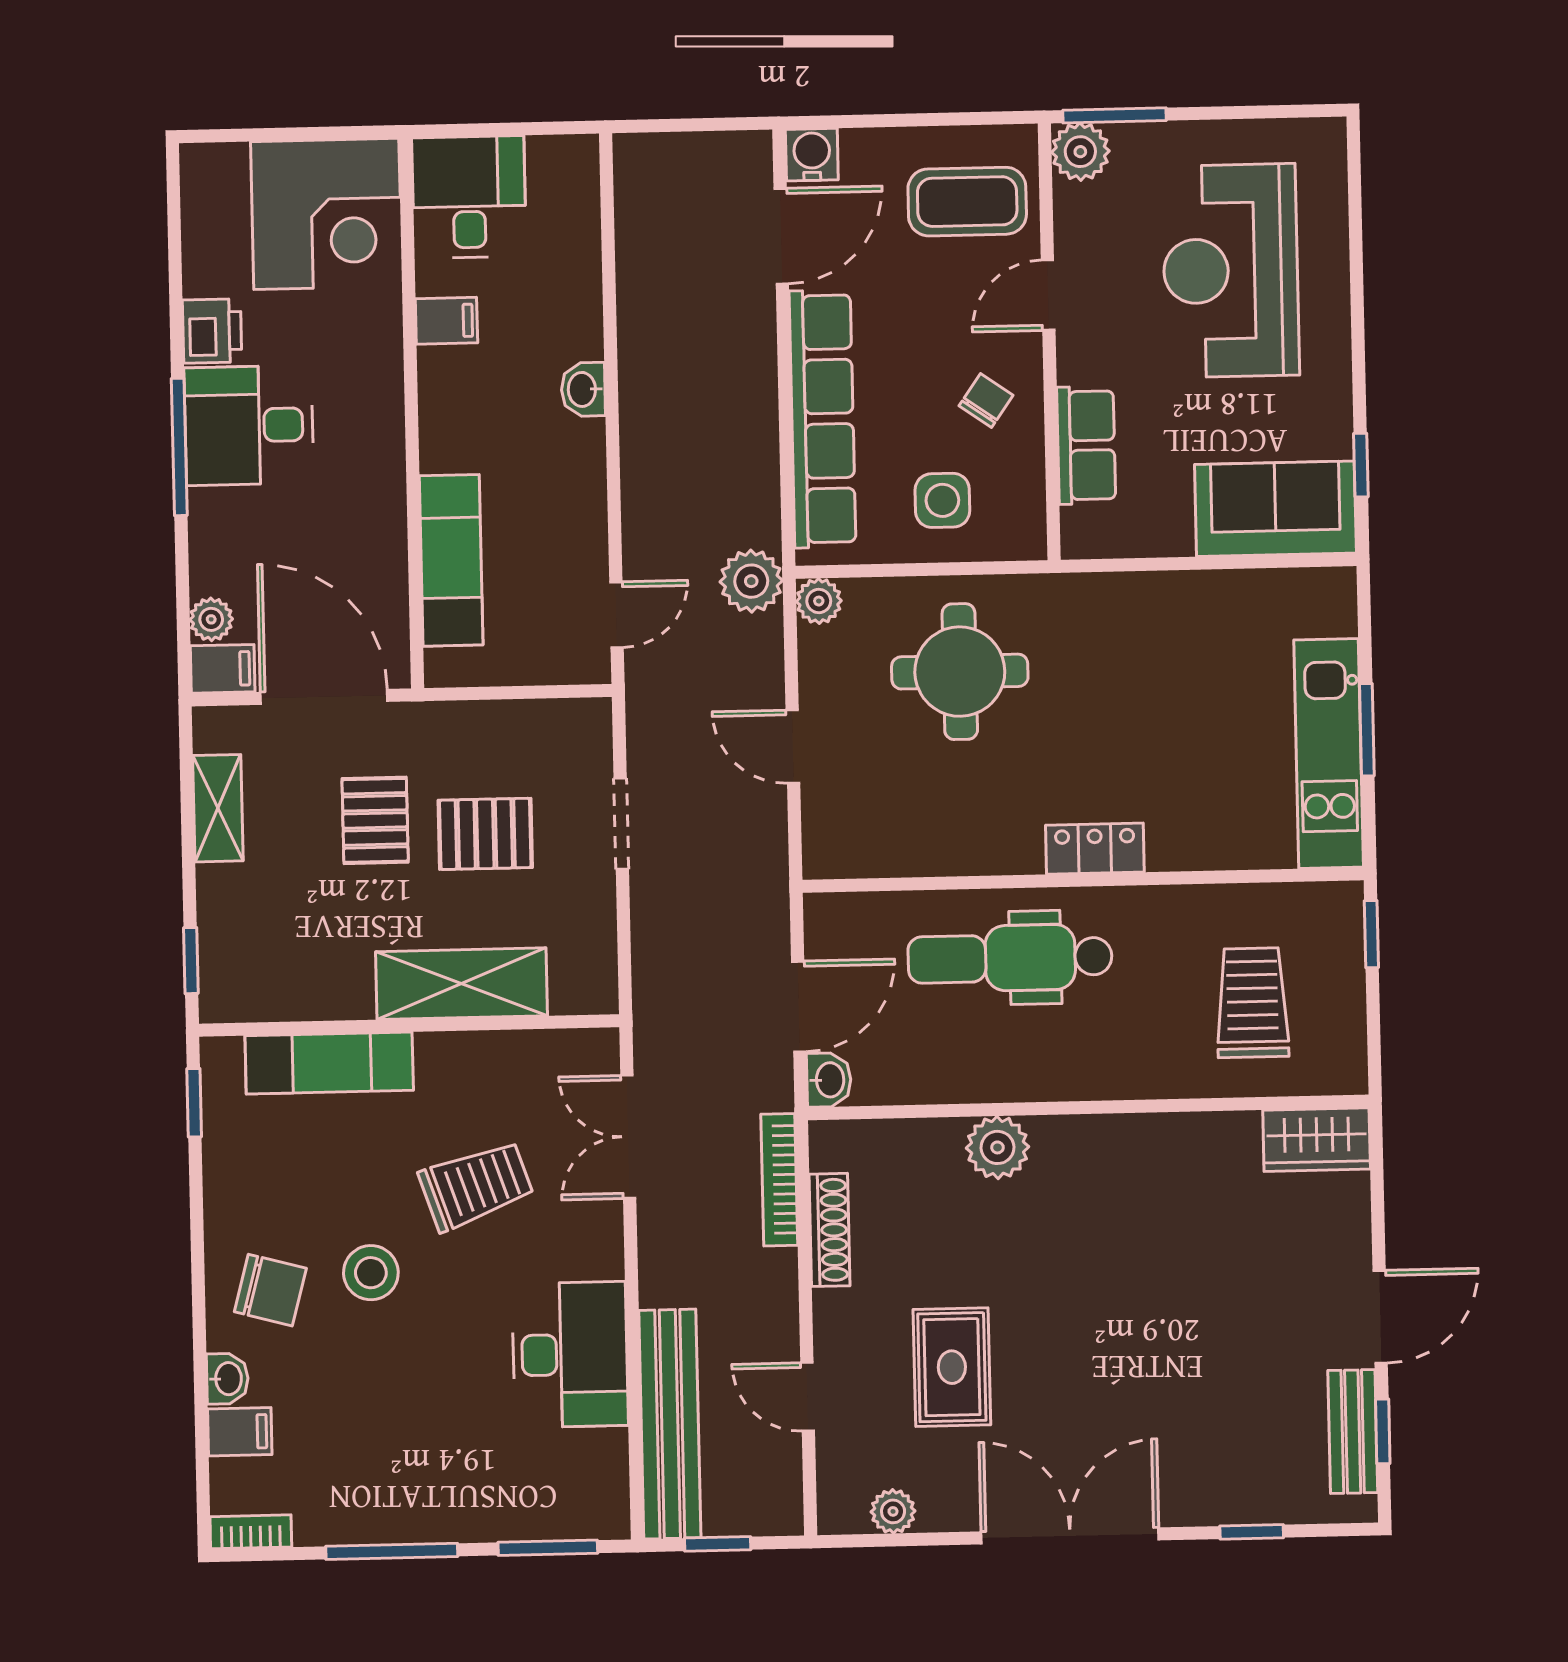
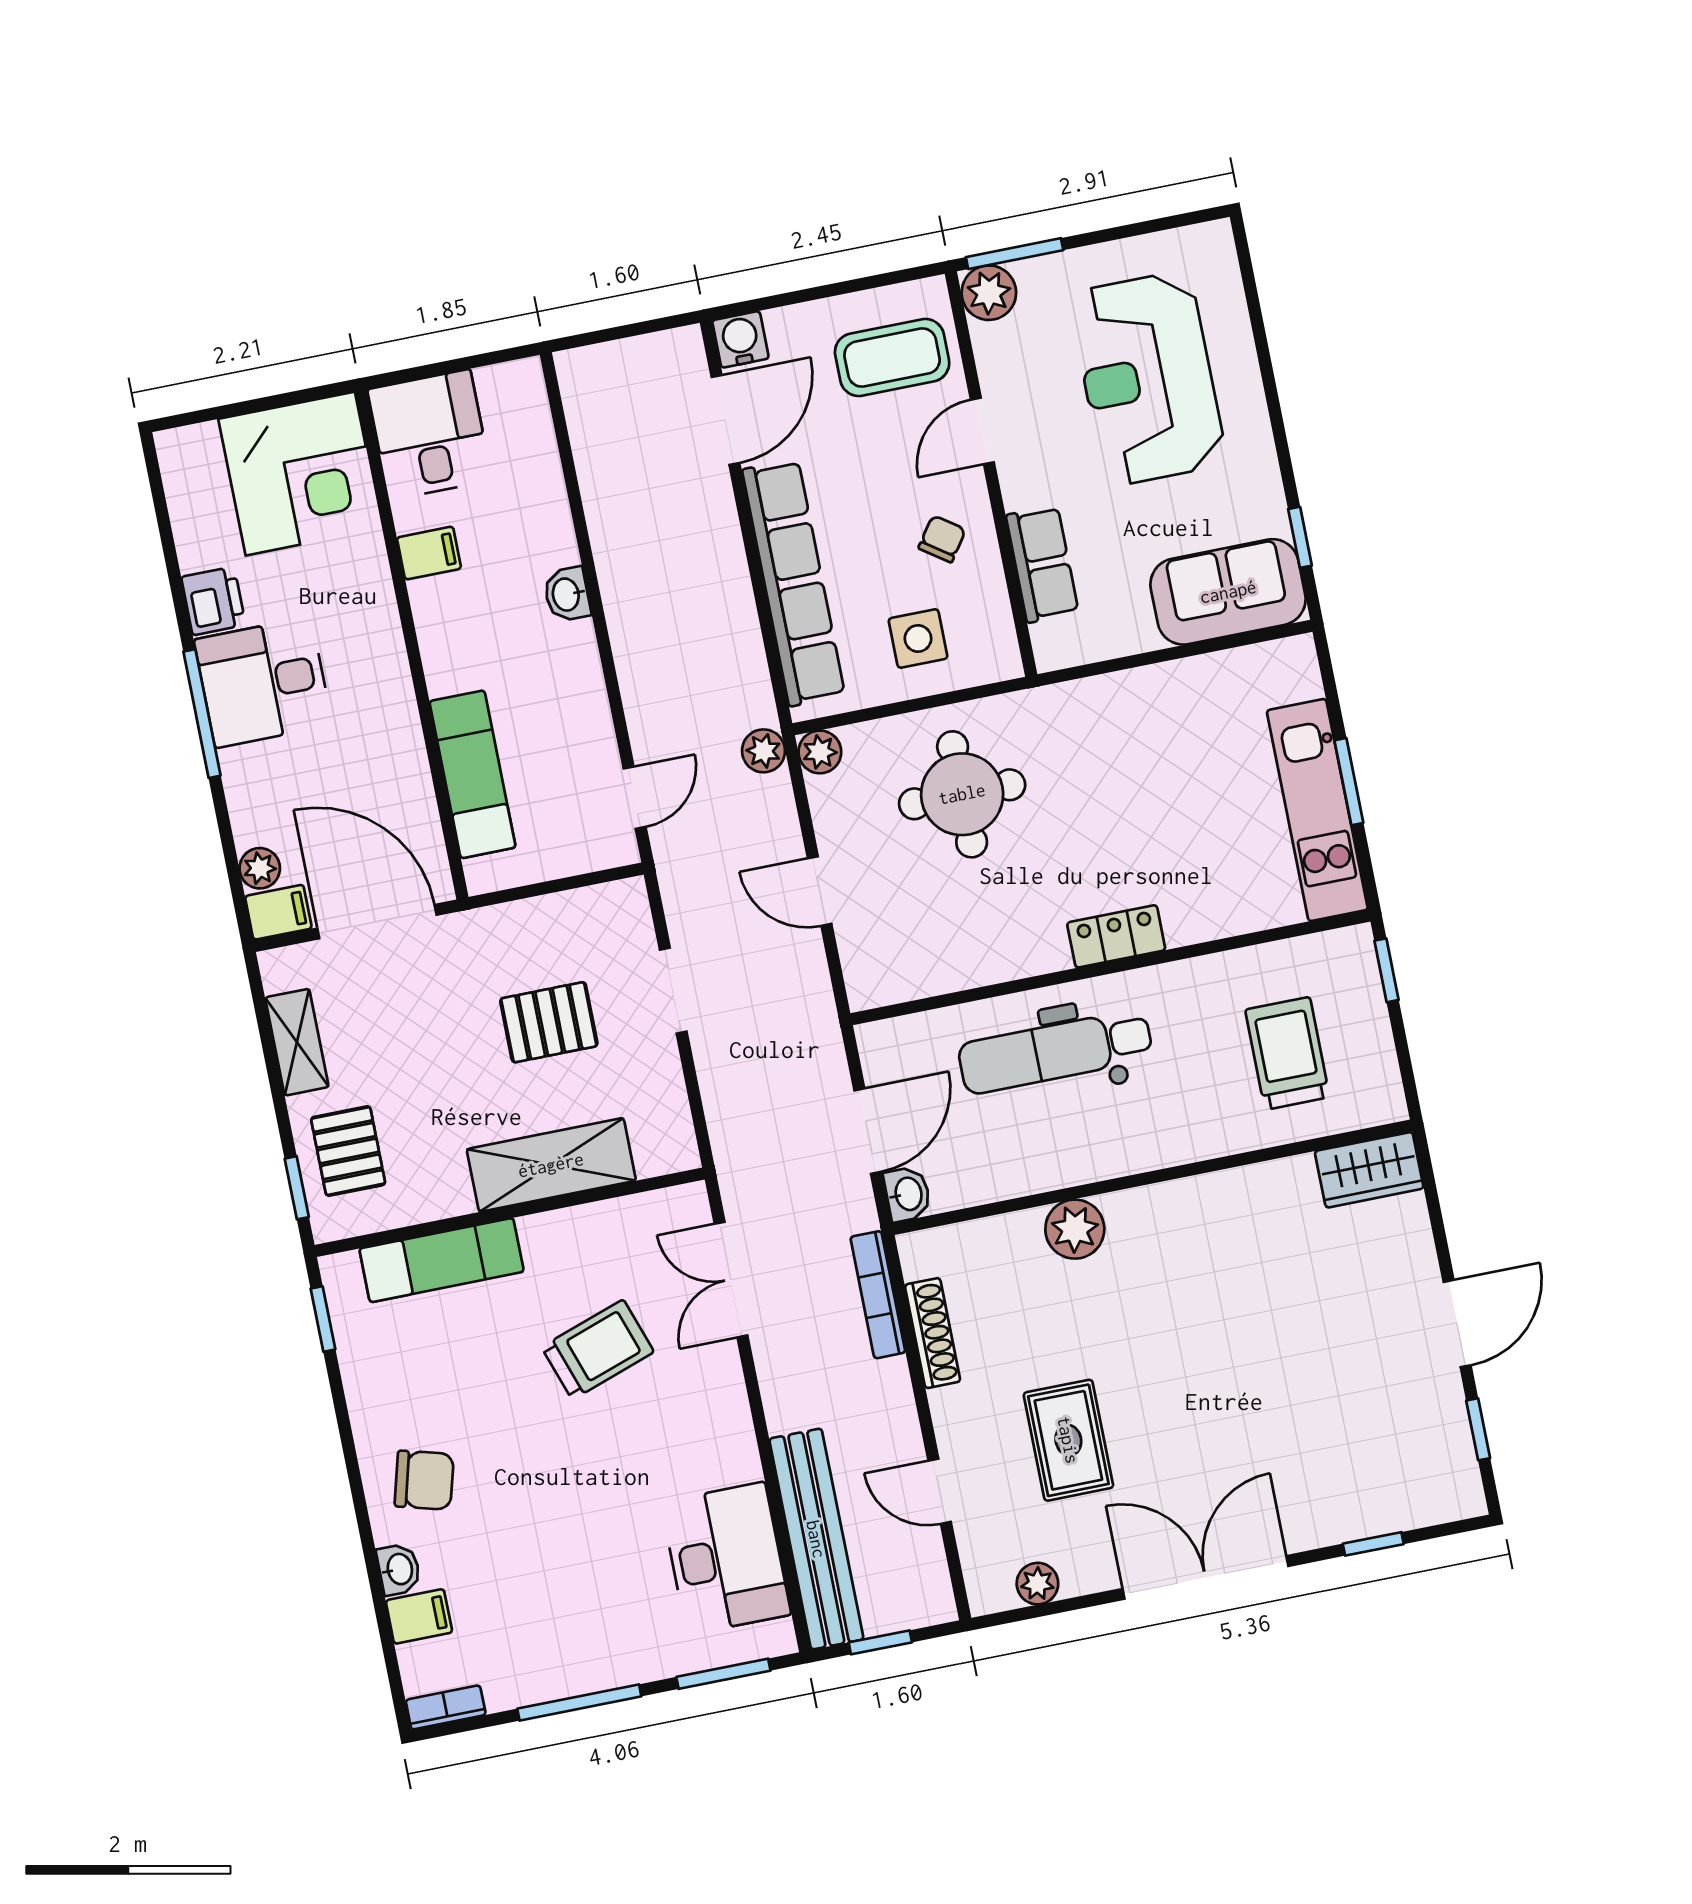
plant: (751, 581) -> (763, 751), width x0.73, depth x0.73
pallet: (375, 820) -> (348, 1151), moved
stool: (371, 1273) -> (515, 1448), removed
desk: (570, 1355) -> (726, 1558), moved
bench: (1353, 1432) -> (1450, 1434), removed

